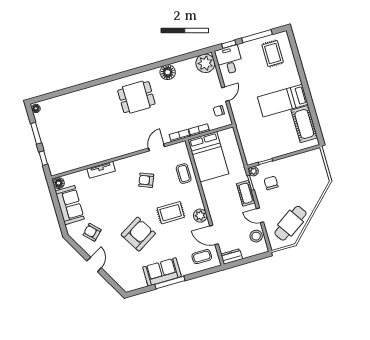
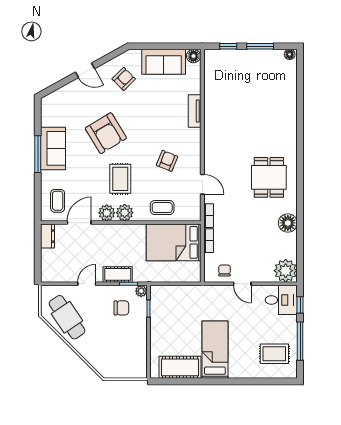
plant: (196, 202) -> (125, 213), added
stool: (256, 236) -> (63, 272), removed

